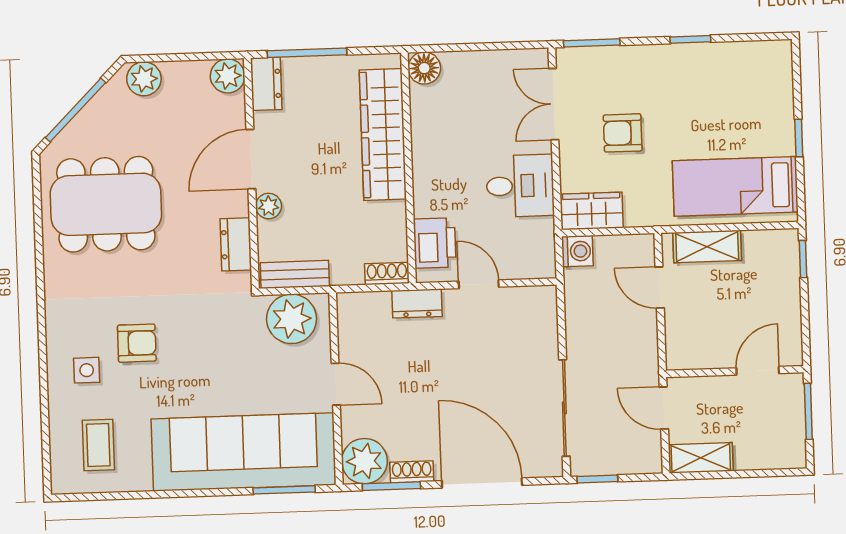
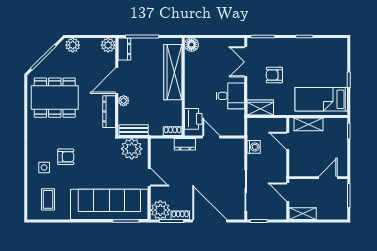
dresser: (236, 244) -> (109, 112), width x1.44
washing machine: (577, 251) -> (254, 147), moved

